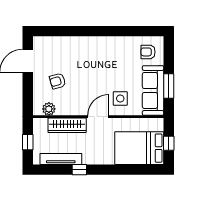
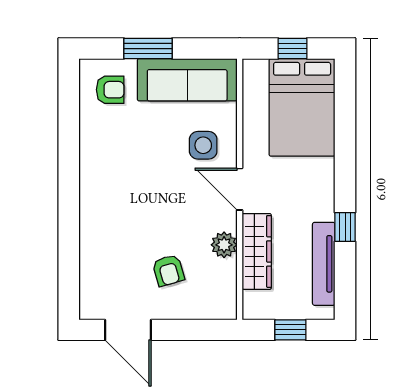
armchair: (148, 52) -> (110, 90), turned -90
window: (169, 86) -> (148, 49), moved
plant: (49, 109) -> (224, 245), moved

